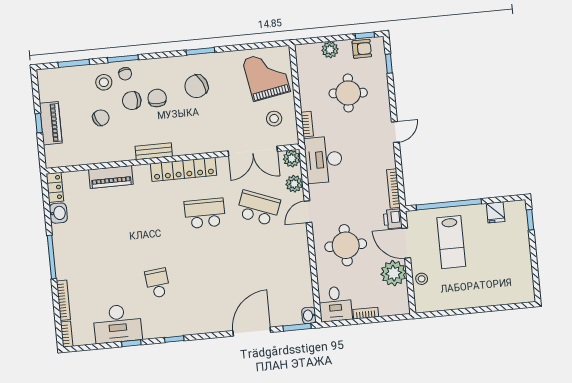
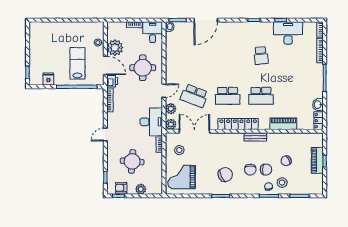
grand piano: (266, 76) -> (182, 177), turned 100
school desk: (151, 218) -> (261, 96), added

